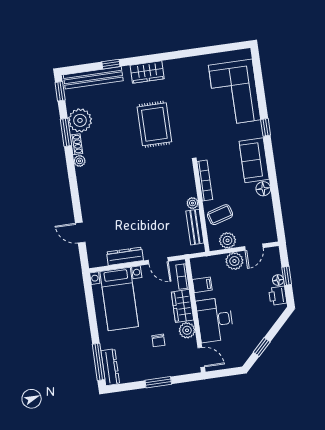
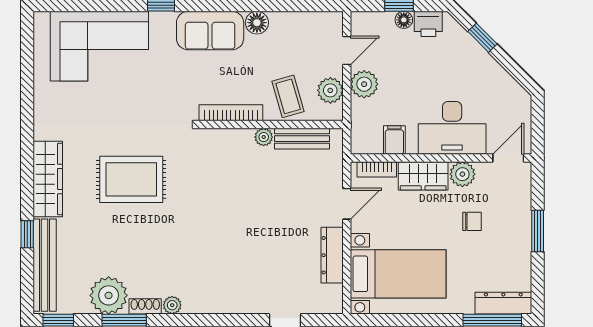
wardrobe: (147, 72) -> (48, 179), width x1.50
door: (254, 247) -> (347, 50), hinge flipped
window: (262, 347) -> (482, 38), moved

